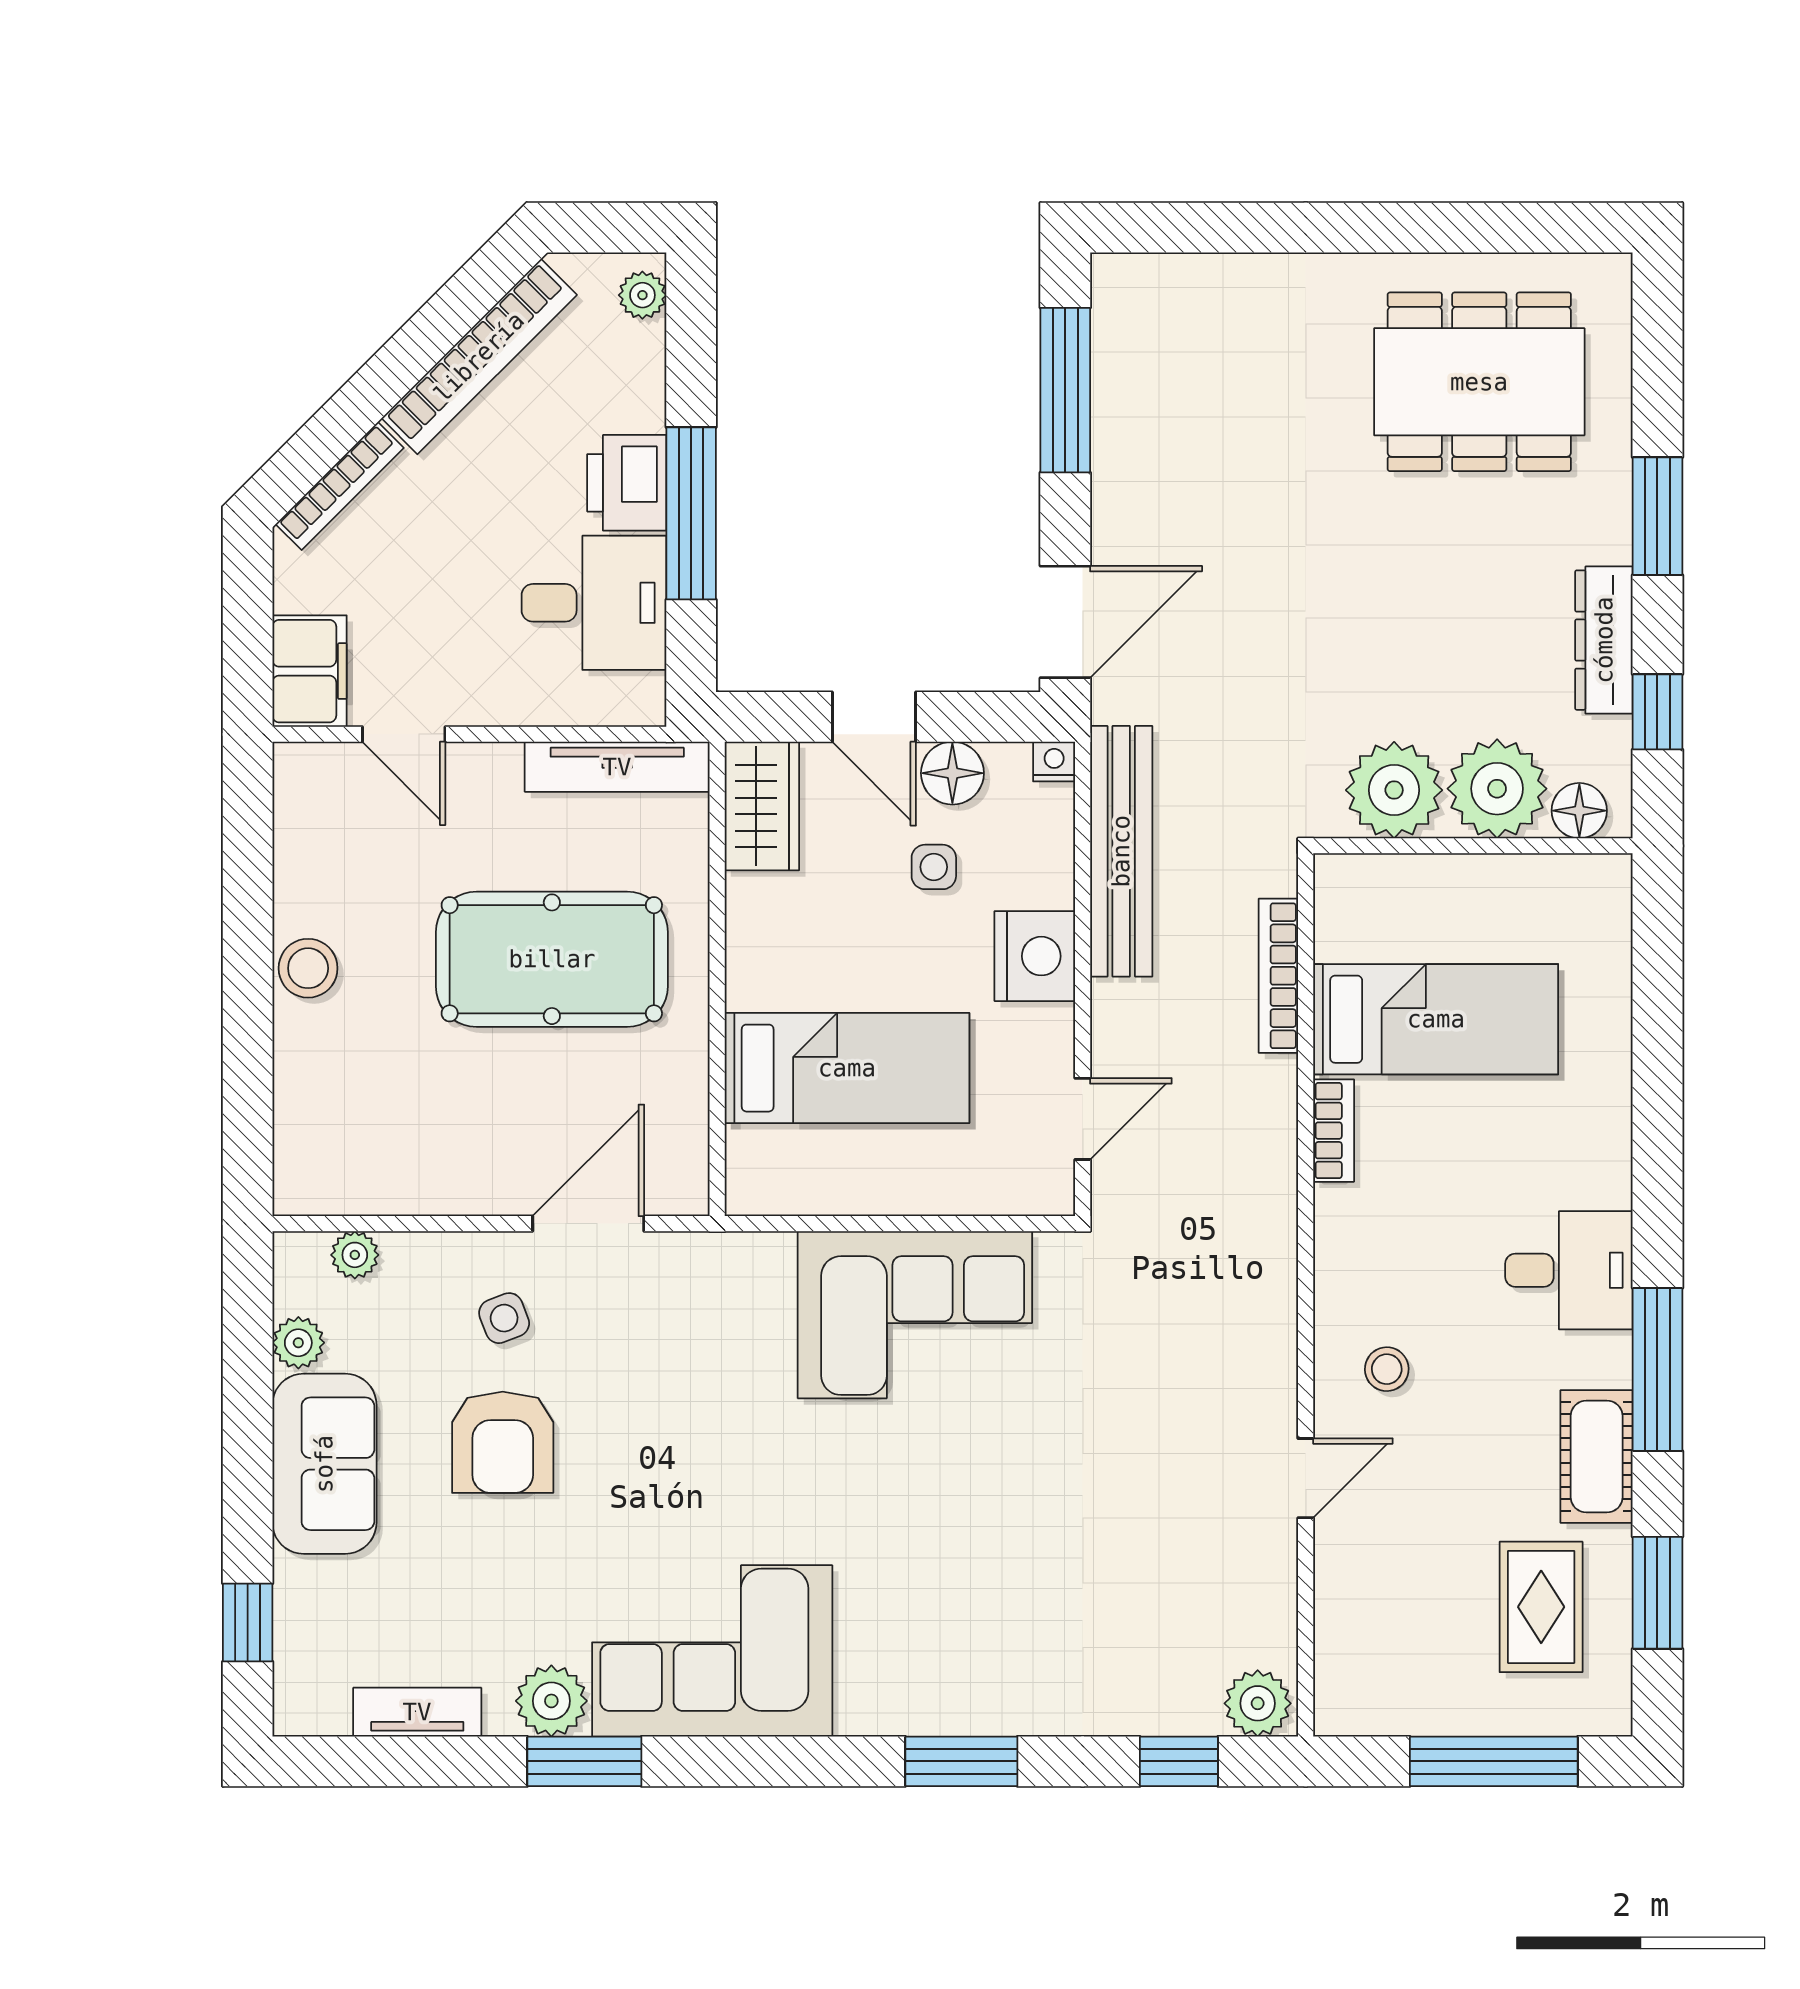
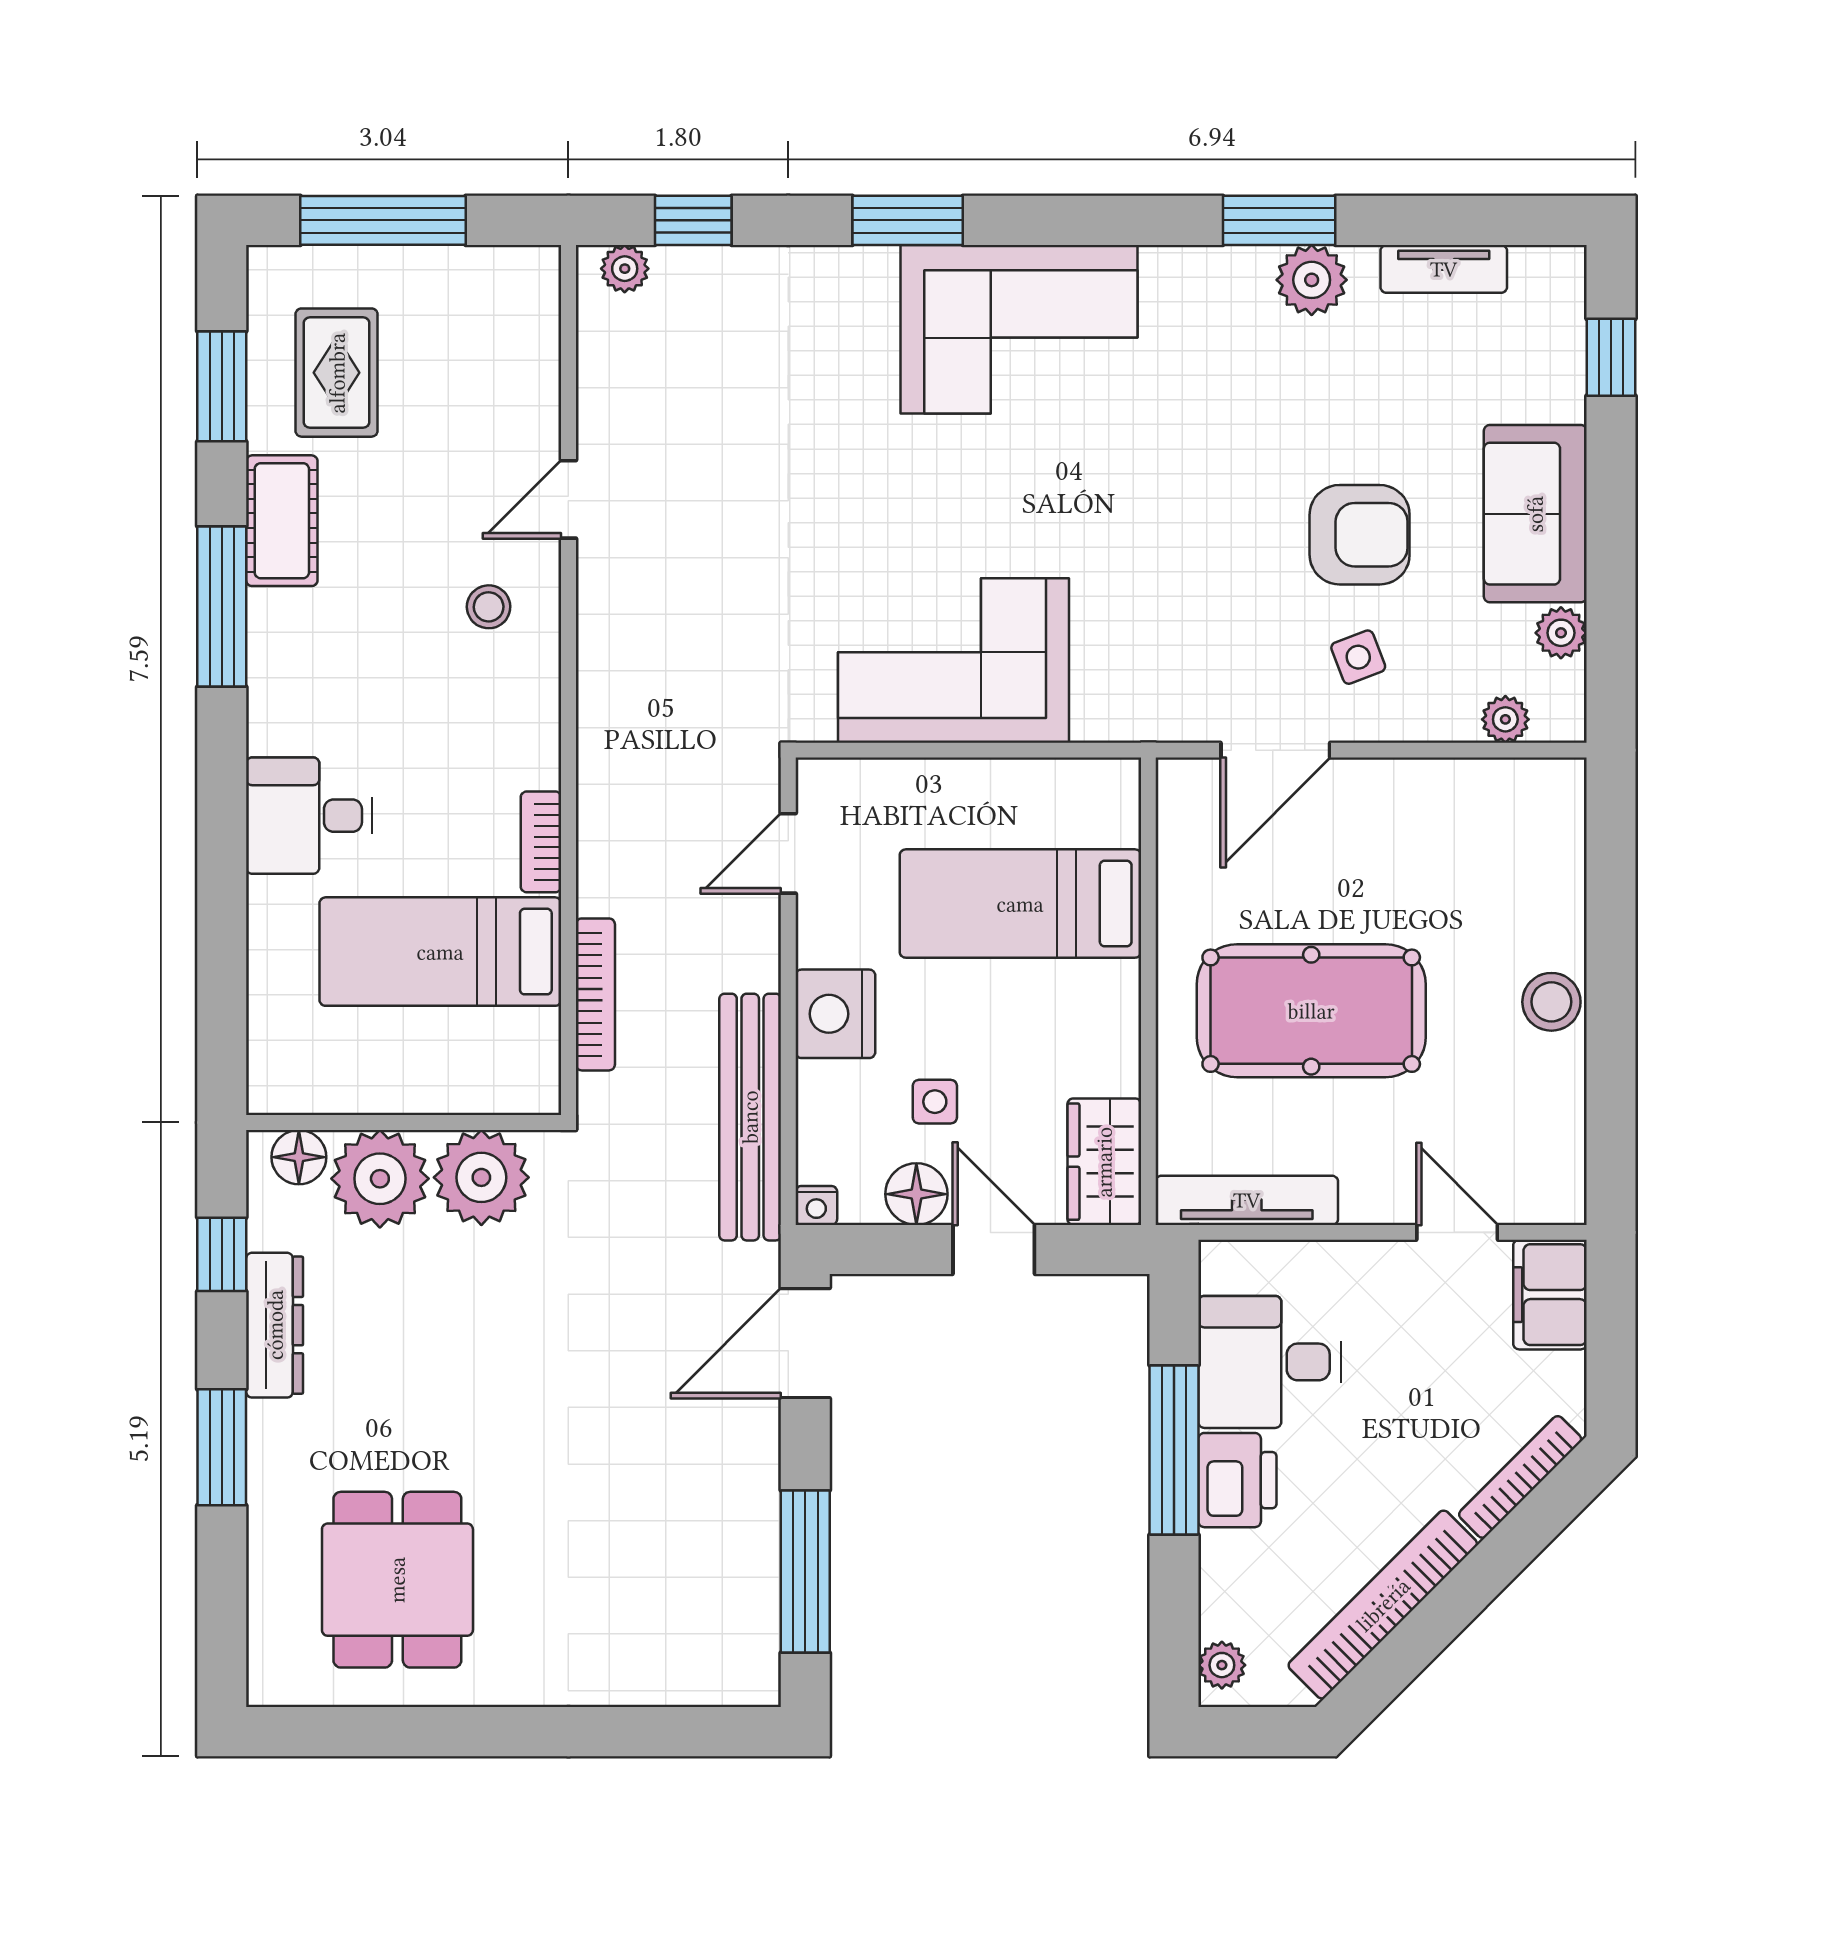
dining table: (1479, 382) -> (397, 1580), width x0.73
desk: (1569, 1270) -> (309, 816), moved
armchair: (503, 1442) -> (1360, 535), turned 90
corner sofa: (712, 1651) -> (1019, 329), moved
plant: (1258, 1703) -> (625, 269), width x0.73, depth x0.73

